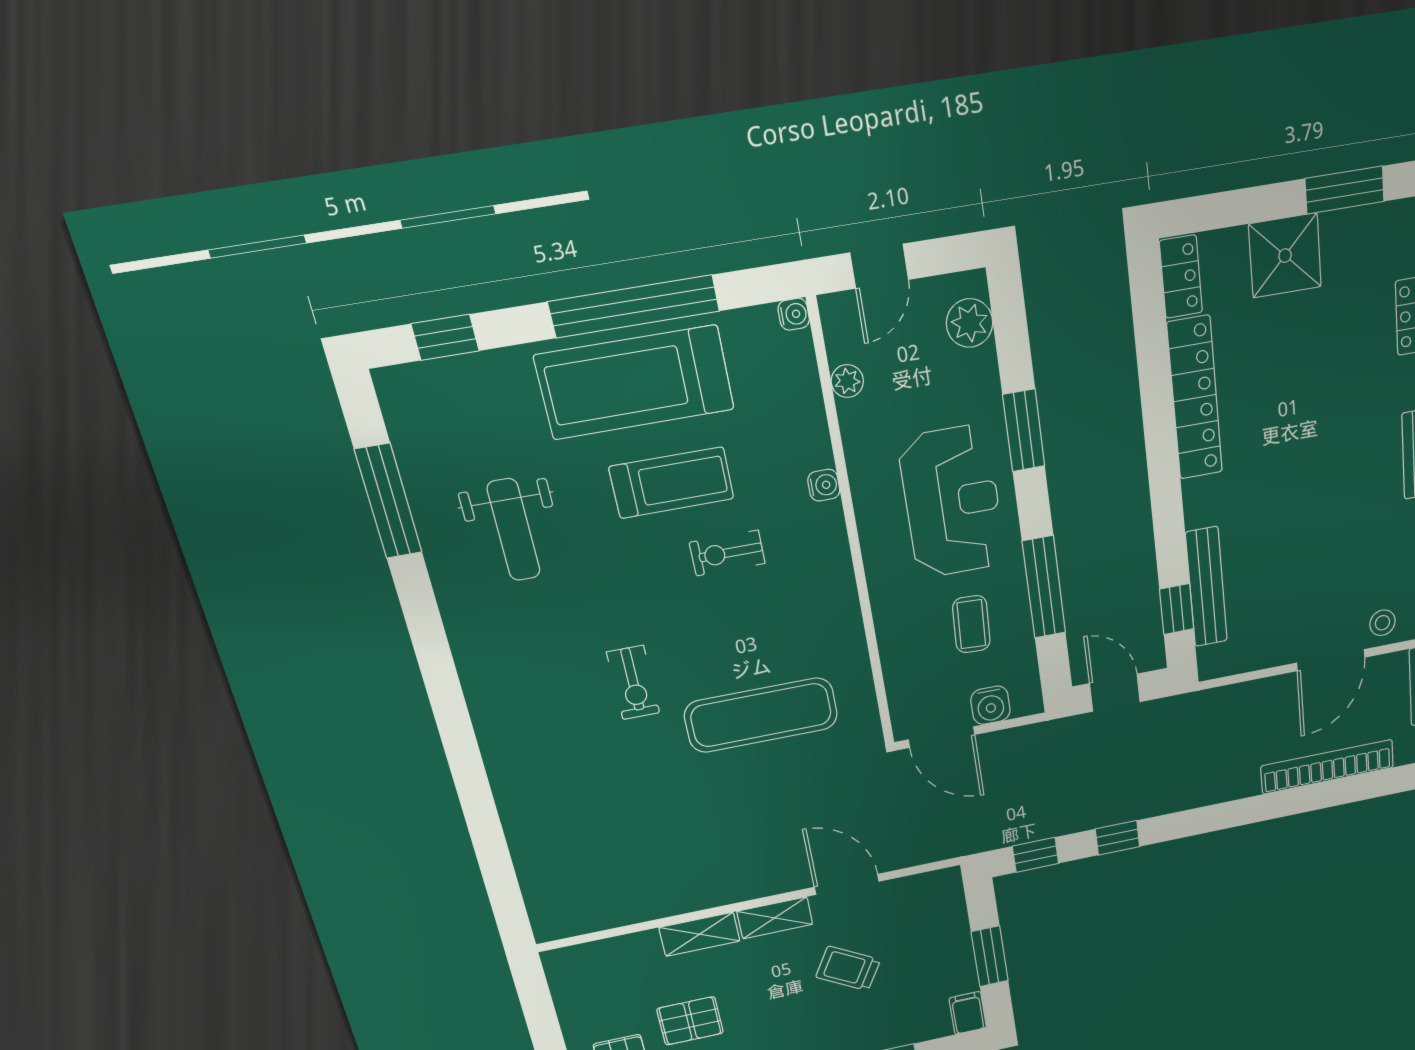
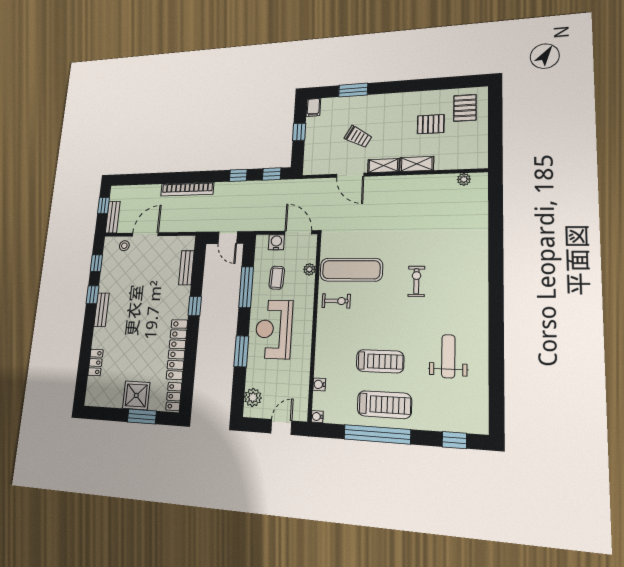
window: (1345, 190) -> (142, 416), moved
plant: (847, 381) -> (309, 269), moved
treadmill: (635, 382) -> (384, 405), width x0.73, depth x0.73
treadmill: (672, 483) -> (380, 361), turned 180
water cooler: (824, 485) -> (319, 384), moved
window: (388, 501) -> (496, 380), removed
exercise bike: (727, 553) -> (336, 301), moved
bench: (1206, 587) -> (186, 268), width x0.73
window: (1177, 609) -> (195, 306), moved
exercise mat: (761, 715) -> (351, 270), moved
bookcase: (1327, 767) -> (187, 189), moved
plant: (585, 920) -> (464, 179), added
window: (990, 956) -> (299, 132), width x0.67

